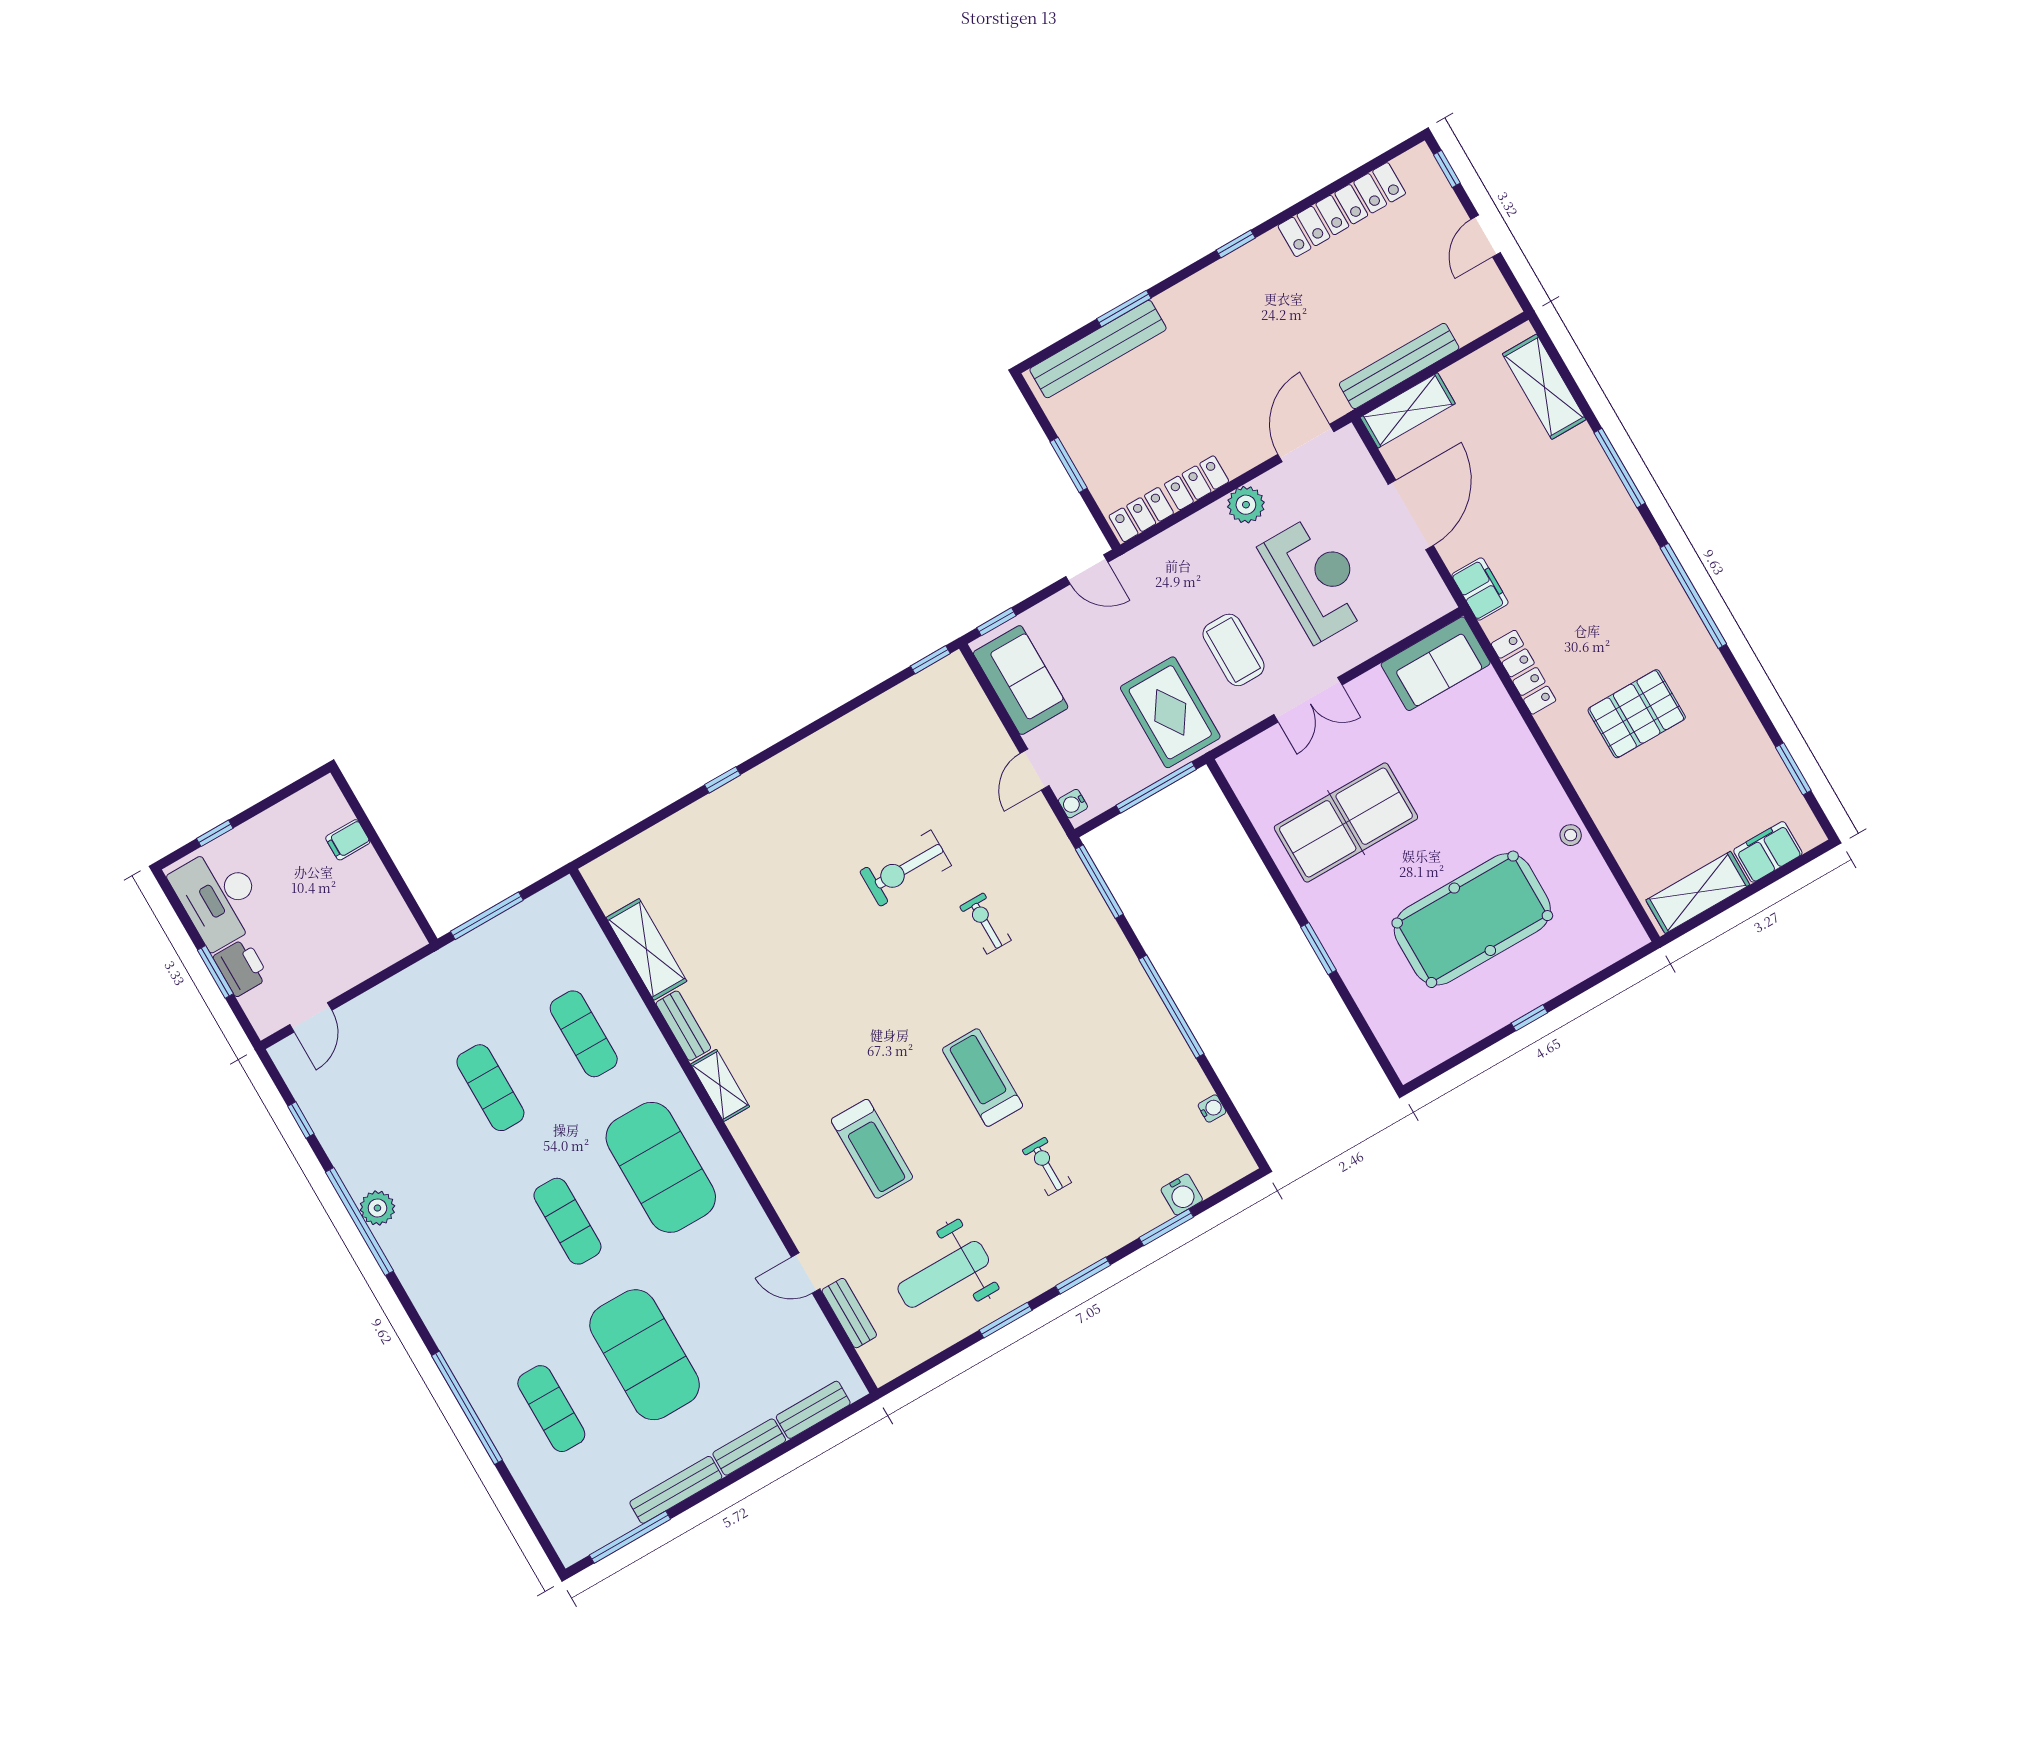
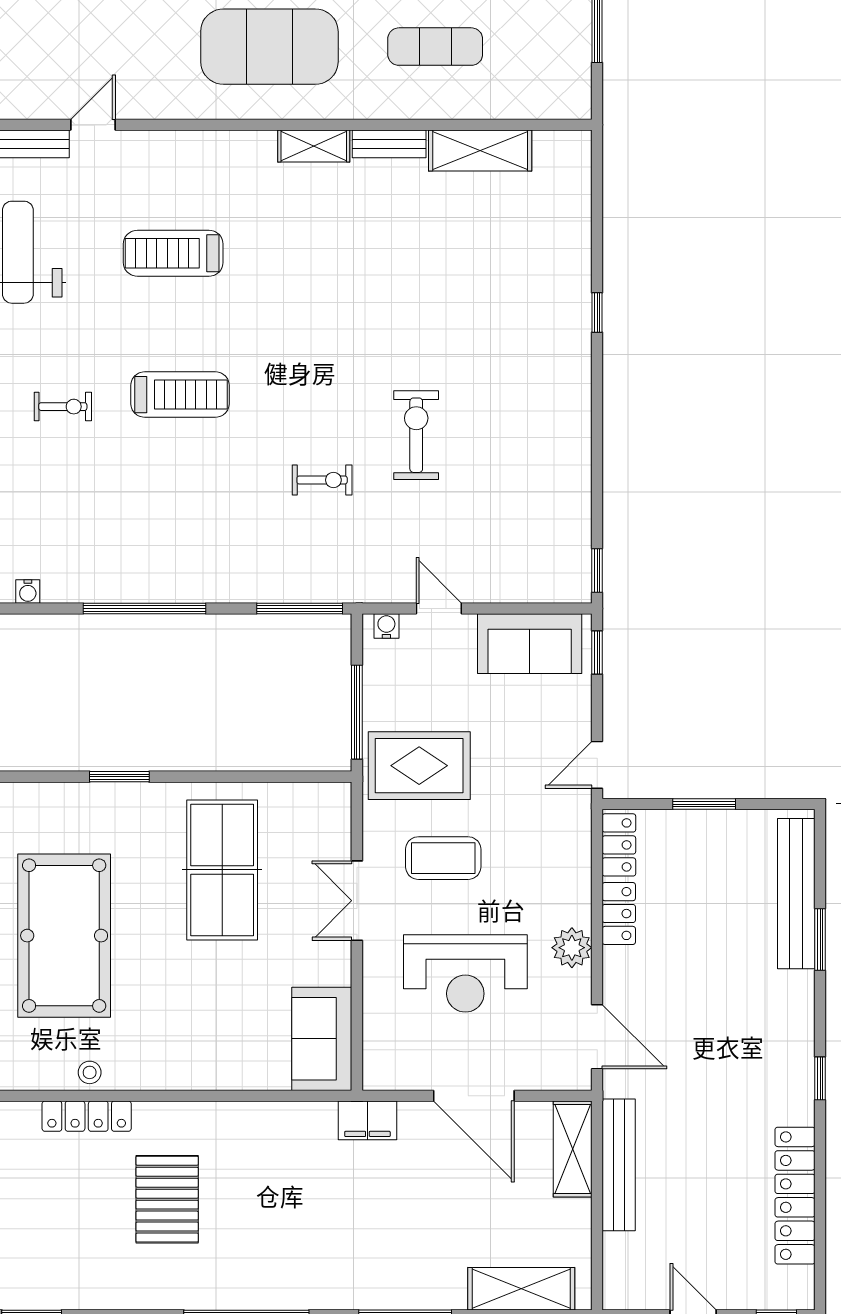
locker: (1524, 672) -> (87, 1116), moved

